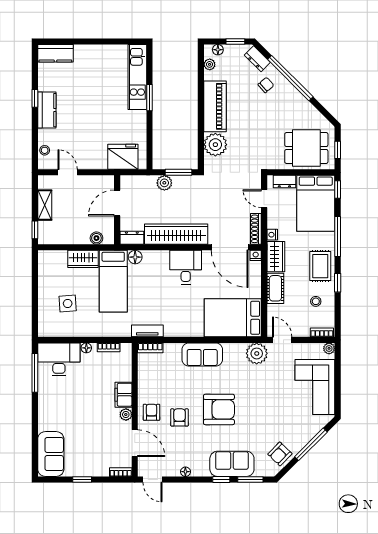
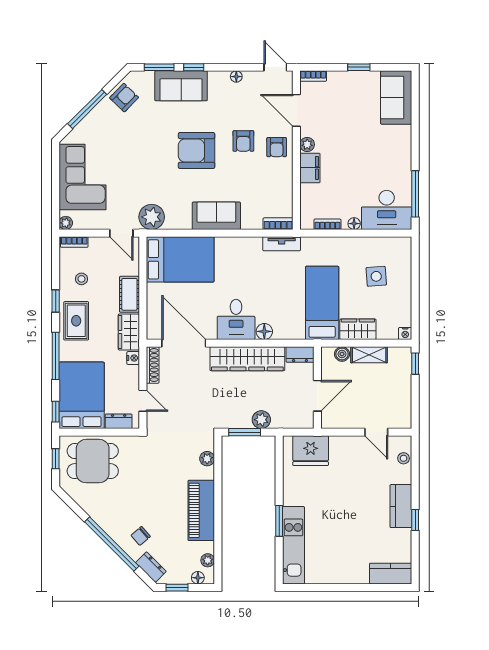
plant: (215, 145) -> (207, 459), width x0.53, depth x0.53
shelving: (45, 205) -> (369, 355), moved, turned 90
nightstand: (256, 255) -> (405, 333), moved
floor lamp: (135, 257) -> (264, 331), moved

